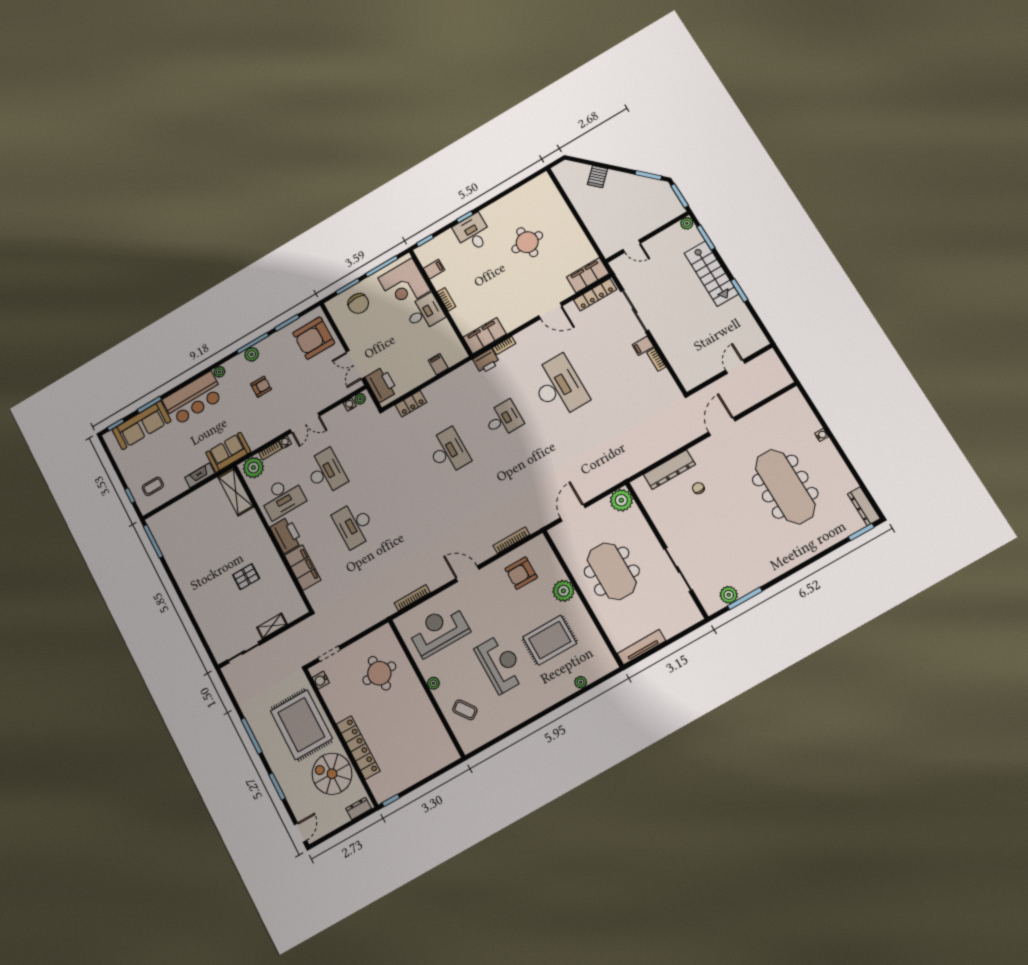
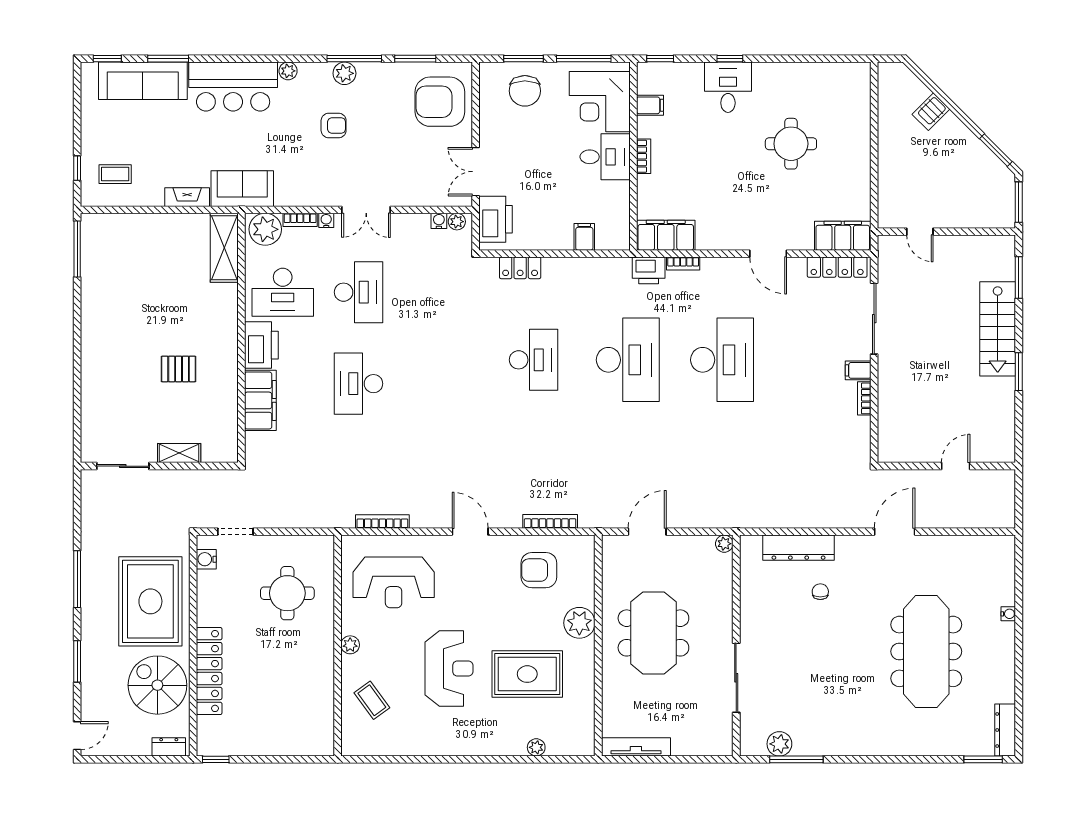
plant: (687, 223) -> (1006, 244), removed
desk: (503, 419) -> (628, 360), width x1.87, depth x1.30
plant: (621, 500) -> (724, 544), width x0.53, depth x0.53
reception desk: (439, 630) -> (394, 582), turned 180

